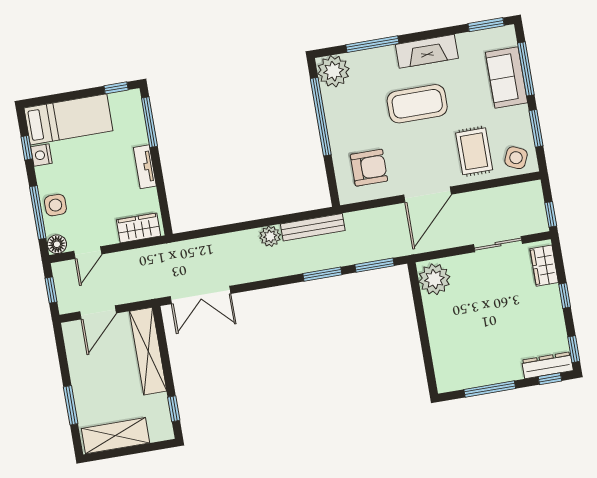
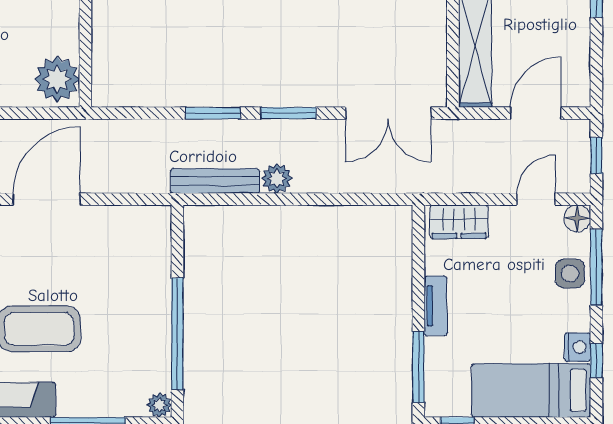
plant: (333, 71) -> (159, 405), width x0.53, depth x0.53
armchair: (369, 168) -> (122, 251), removed
window: (374, 265) -> (289, 113), moved
double door: (201, 295) -> (388, 113), swing flipped

